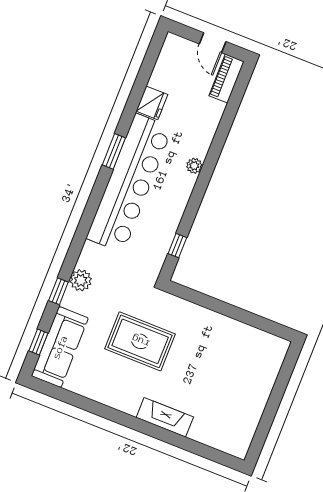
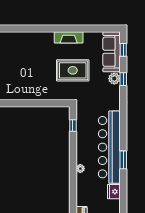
plant: (81, 280) -> (114, 79), moved
fireplace: (165, 417) -> (69, 37), moved

